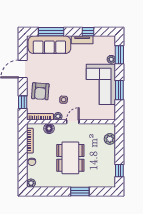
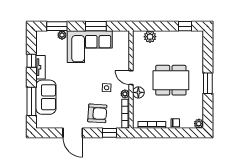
sofa: (49, 45) -> (46, 97), width x0.73
floor lamp: (49, 128) -> (138, 92), moved
window: (80, 191) -> (208, 83), moved

